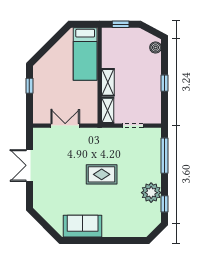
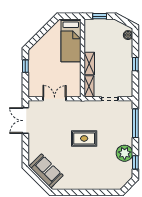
double door: (29, 165) -> (25, 121), moved
sofa: (83, 226) -> (46, 171), moved, turned 45

